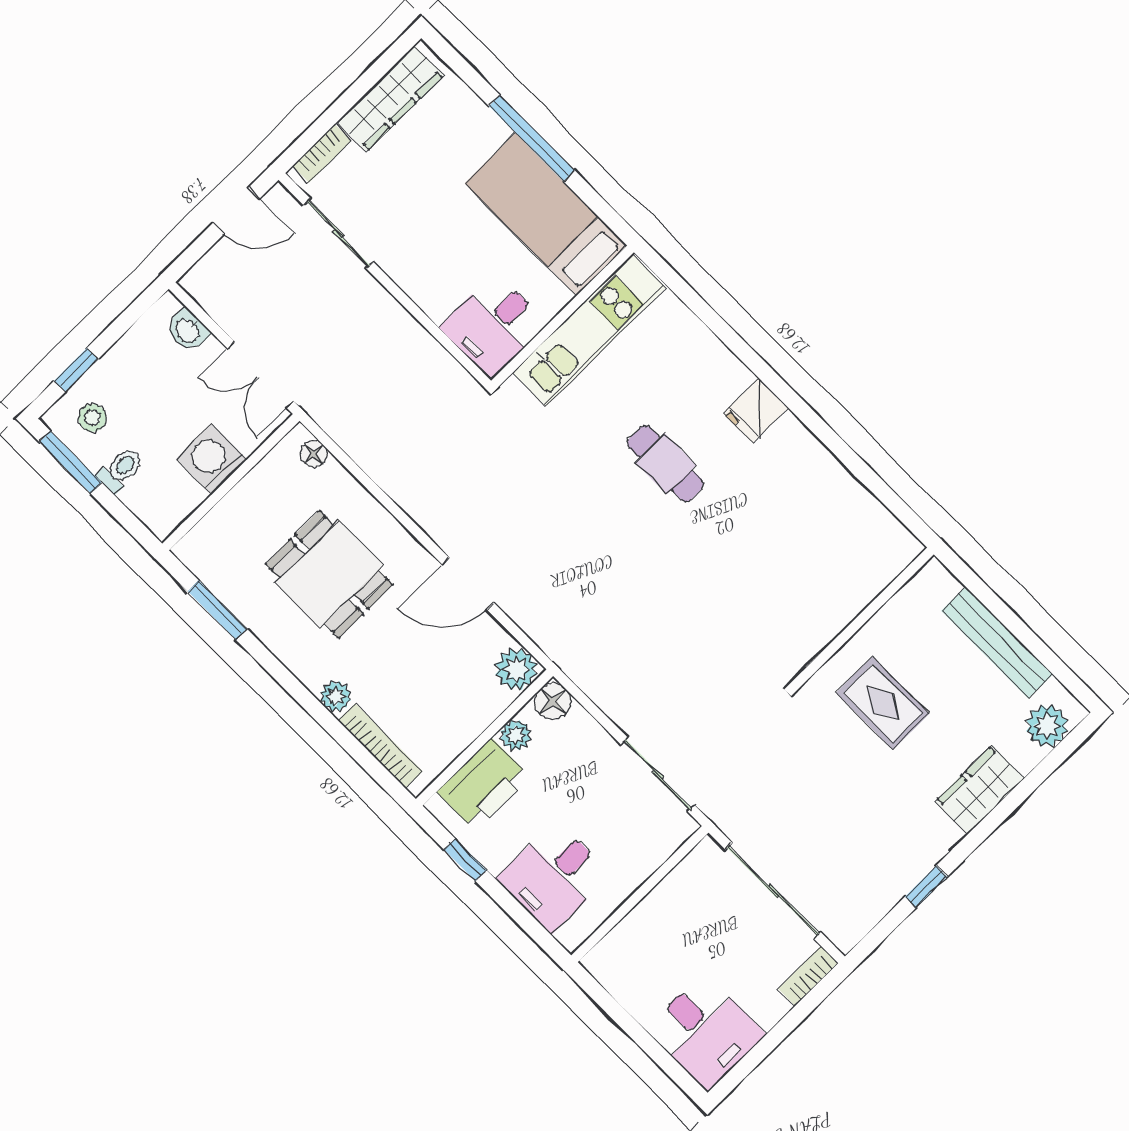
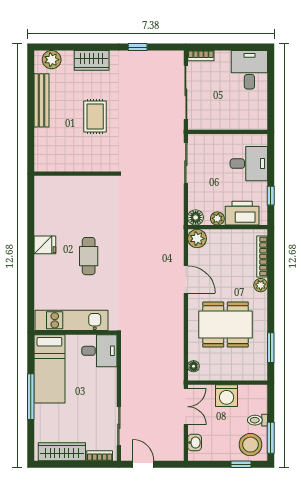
stool: (92, 418) -> (250, 445), width x1.89, depth x1.89
dining table: (329, 574) -> (226, 325), width x1.37
wall: (862, 618) -> (75, 174), moved

